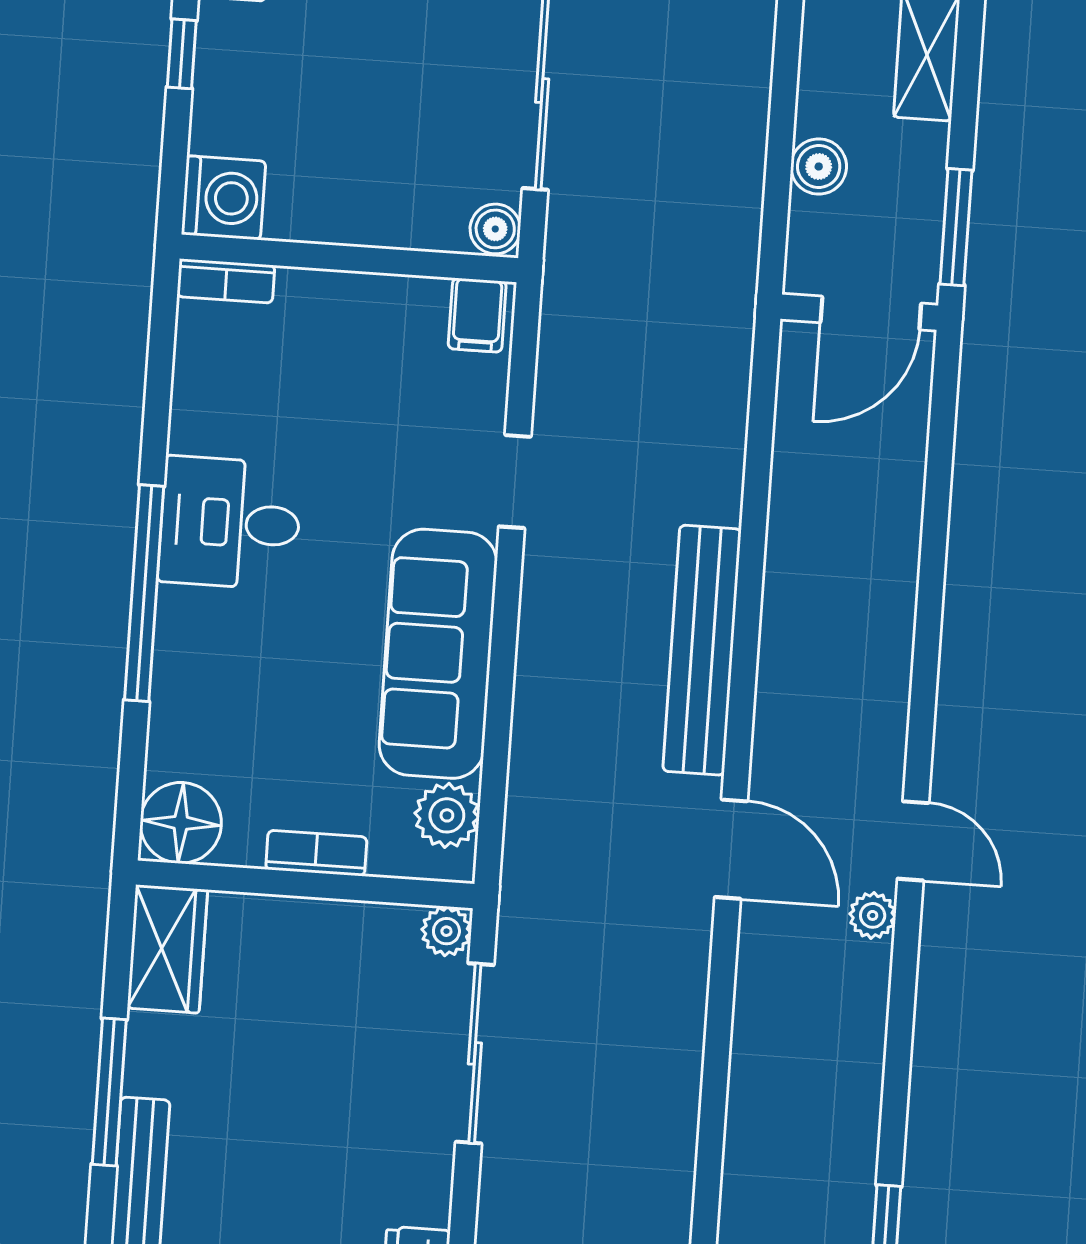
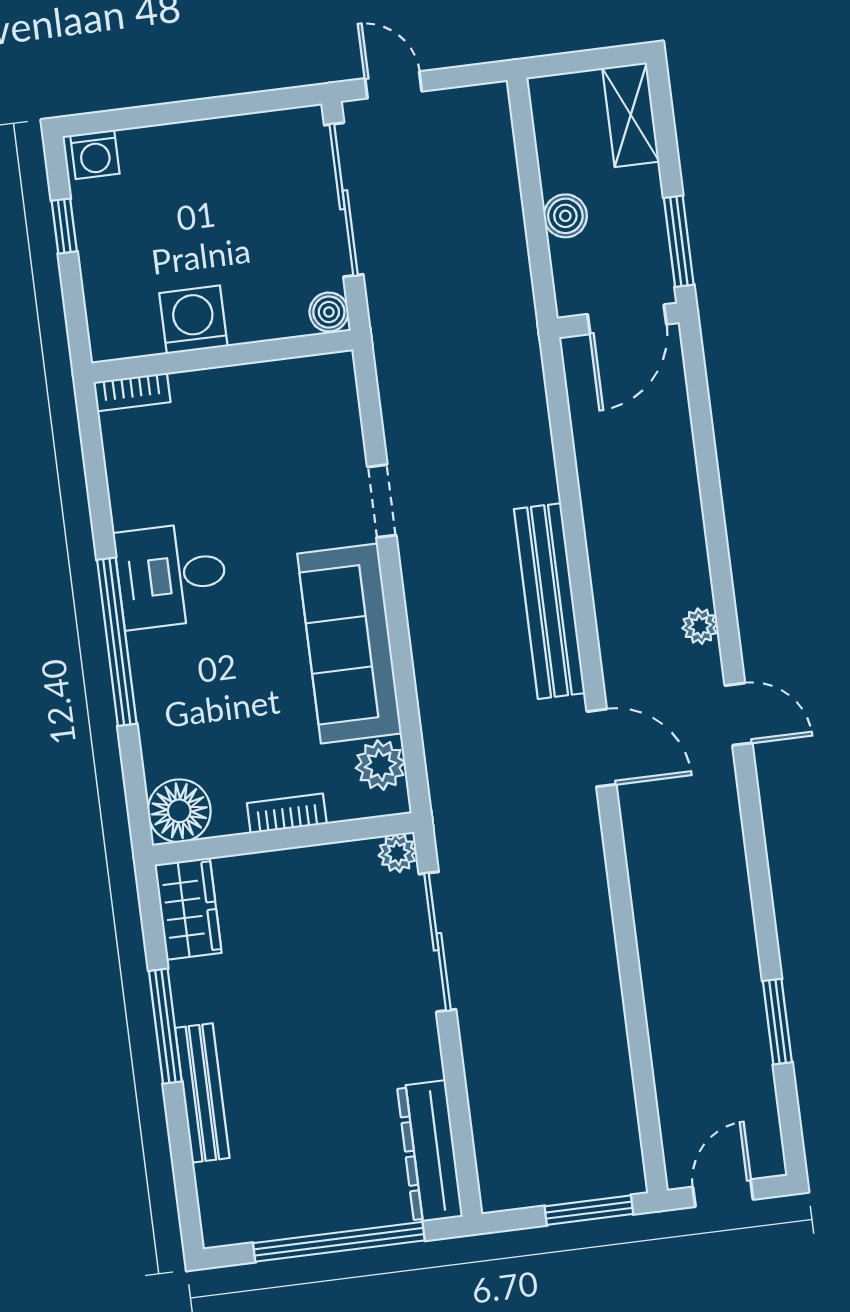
washing machine: (223, 198) -> (193, 320), moved, turned -90
filing cabinet: (477, 315) -> (328, 380), removed
plant: (873, 915) -> (700, 626), moved

